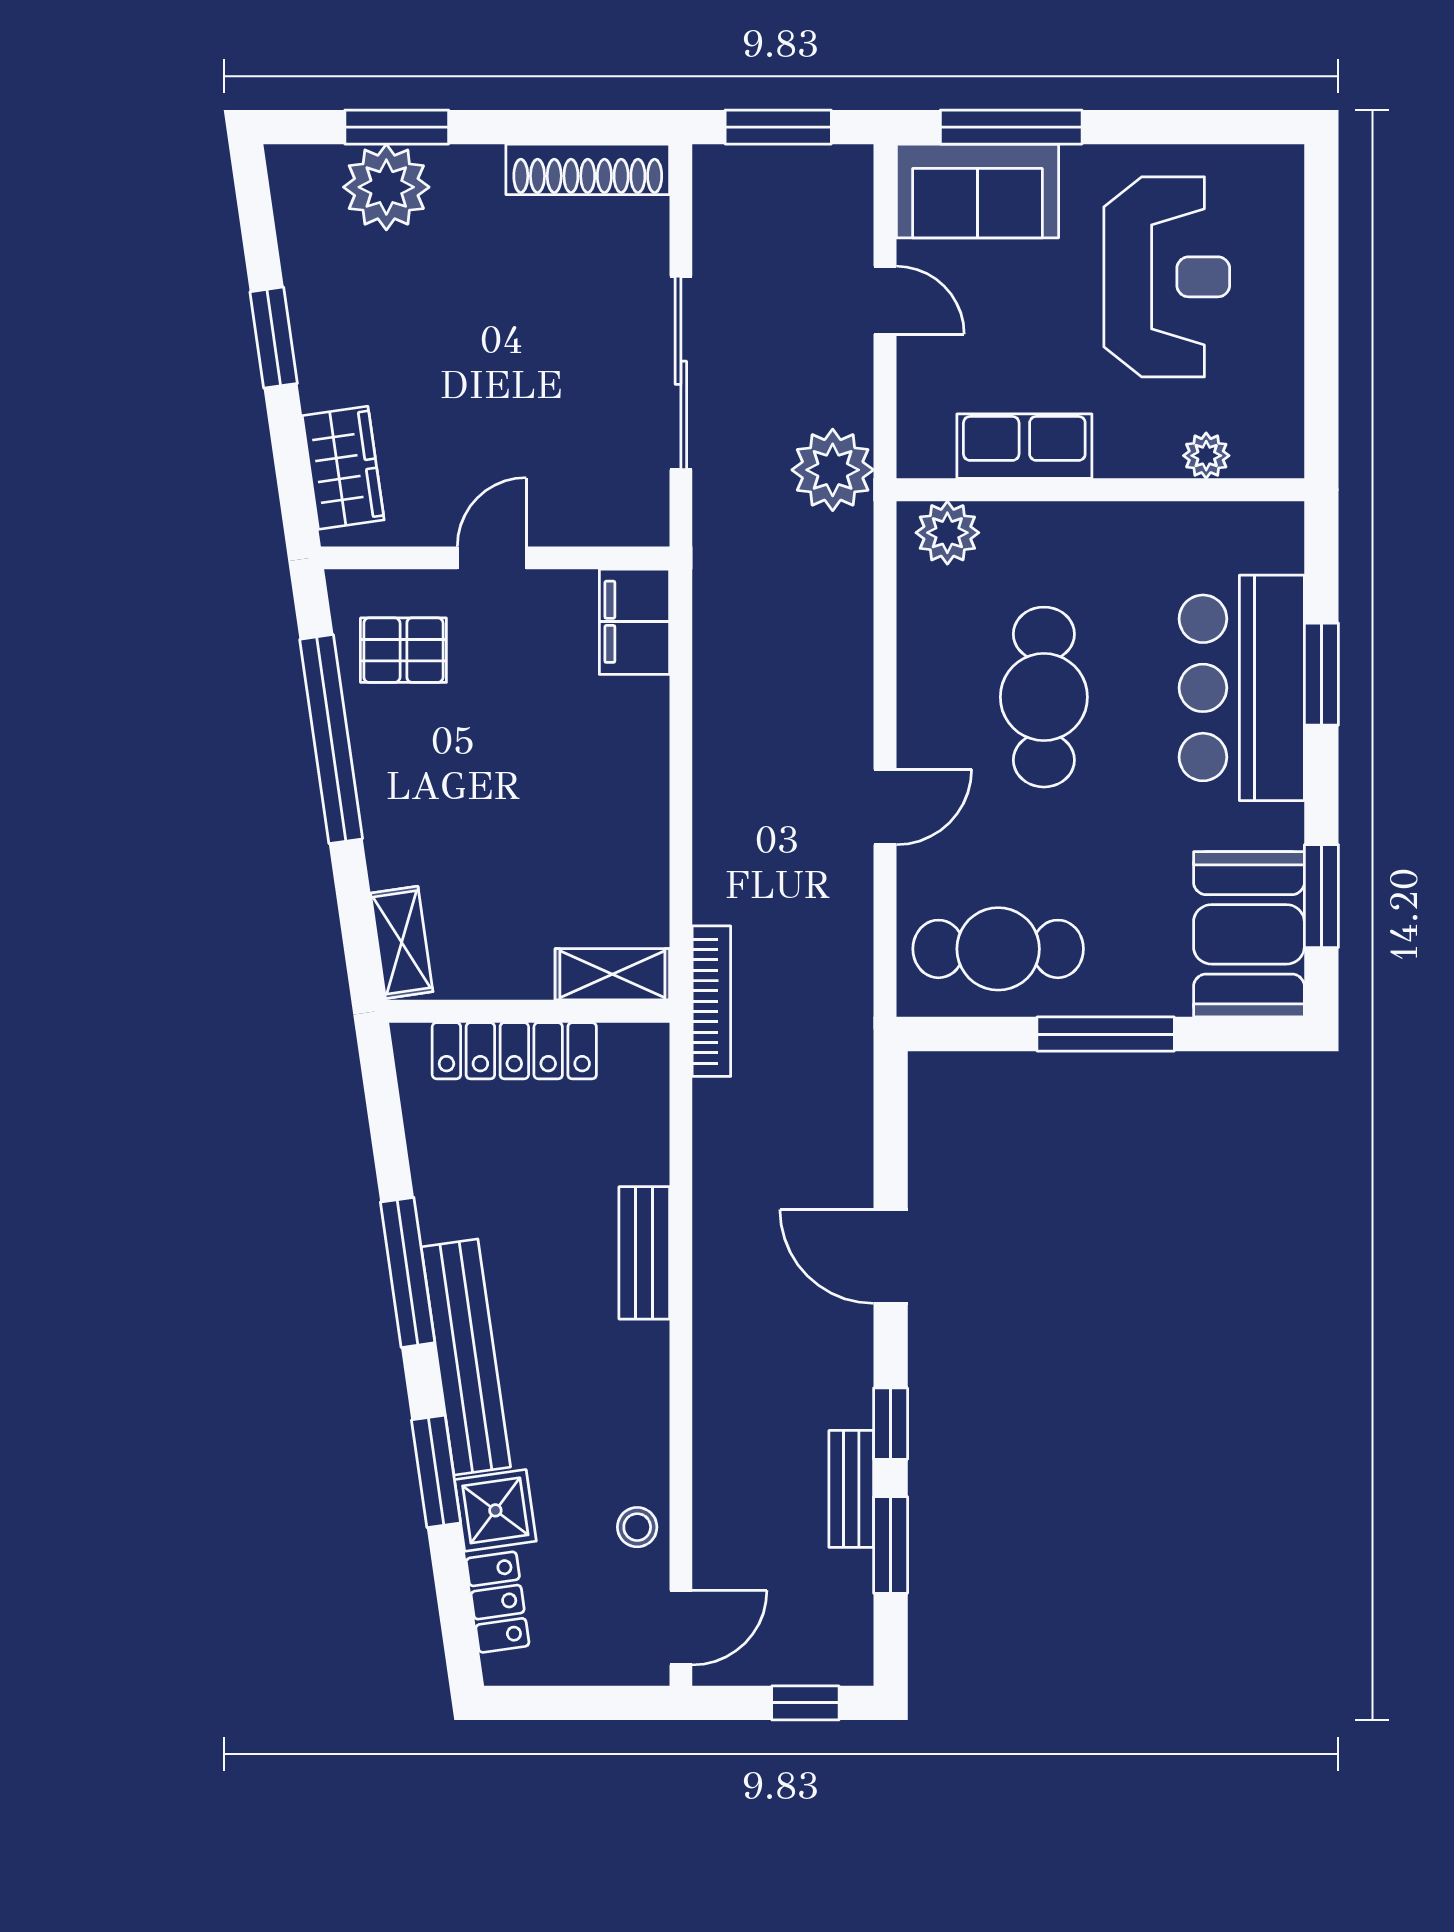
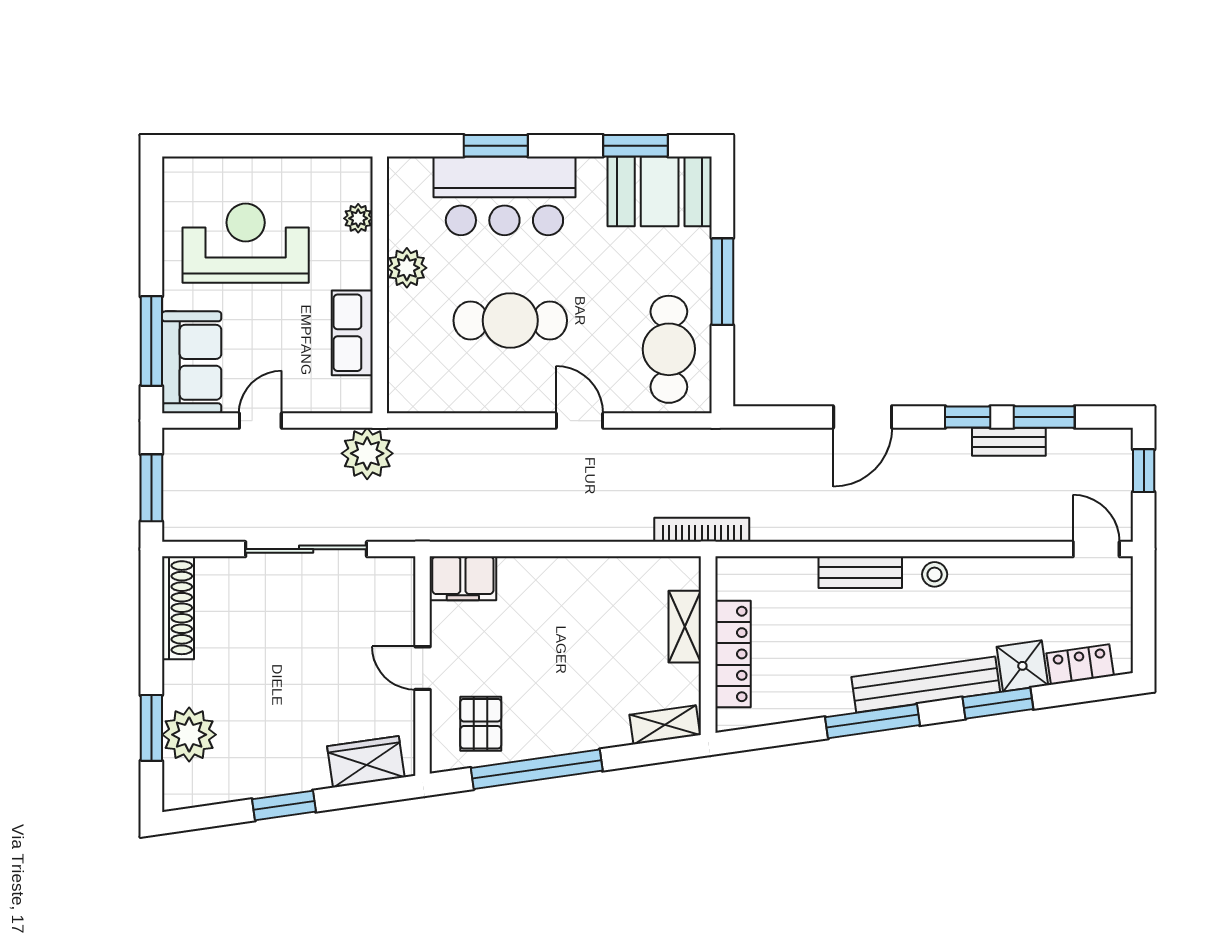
plant: (947, 533) -> (407, 268), moved
shelving: (612, 974) -> (685, 627), moved
stool: (637, 1527) -> (935, 574), moved

